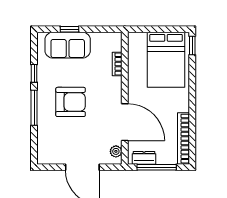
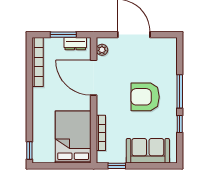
window: (70, 29) -> (117, 166), moved
bed: (166, 60) -> (73, 137), moved
bookcase: (117, 64) -> (101, 133), width x1.56
window: (157, 167) -> (63, 35), width x0.69

